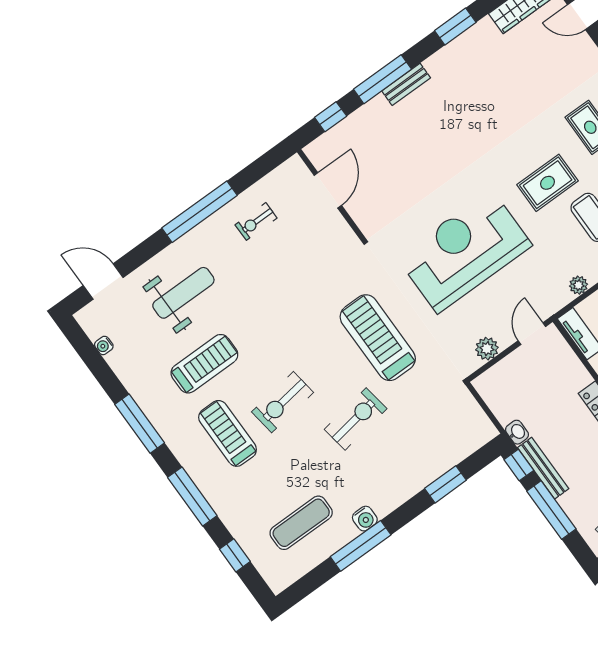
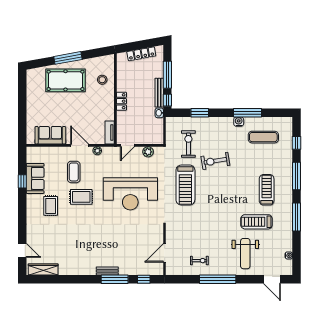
window: (455, 27) -> (74, 279), removed
weight bench: (183, 293) -> (245, 254), turned -90
exercise bike: (282, 402) -> (188, 144), moved, turned -82
treadmill: (228, 433) -> (267, 190), turned 180

